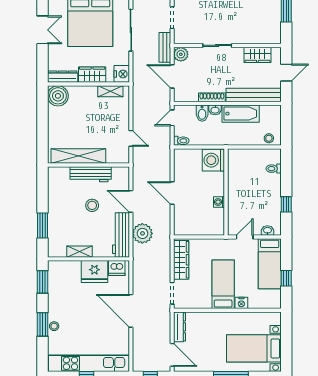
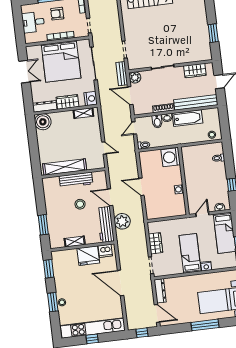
wardrobe: (181, 260) -> (156, 243), width x0.67

